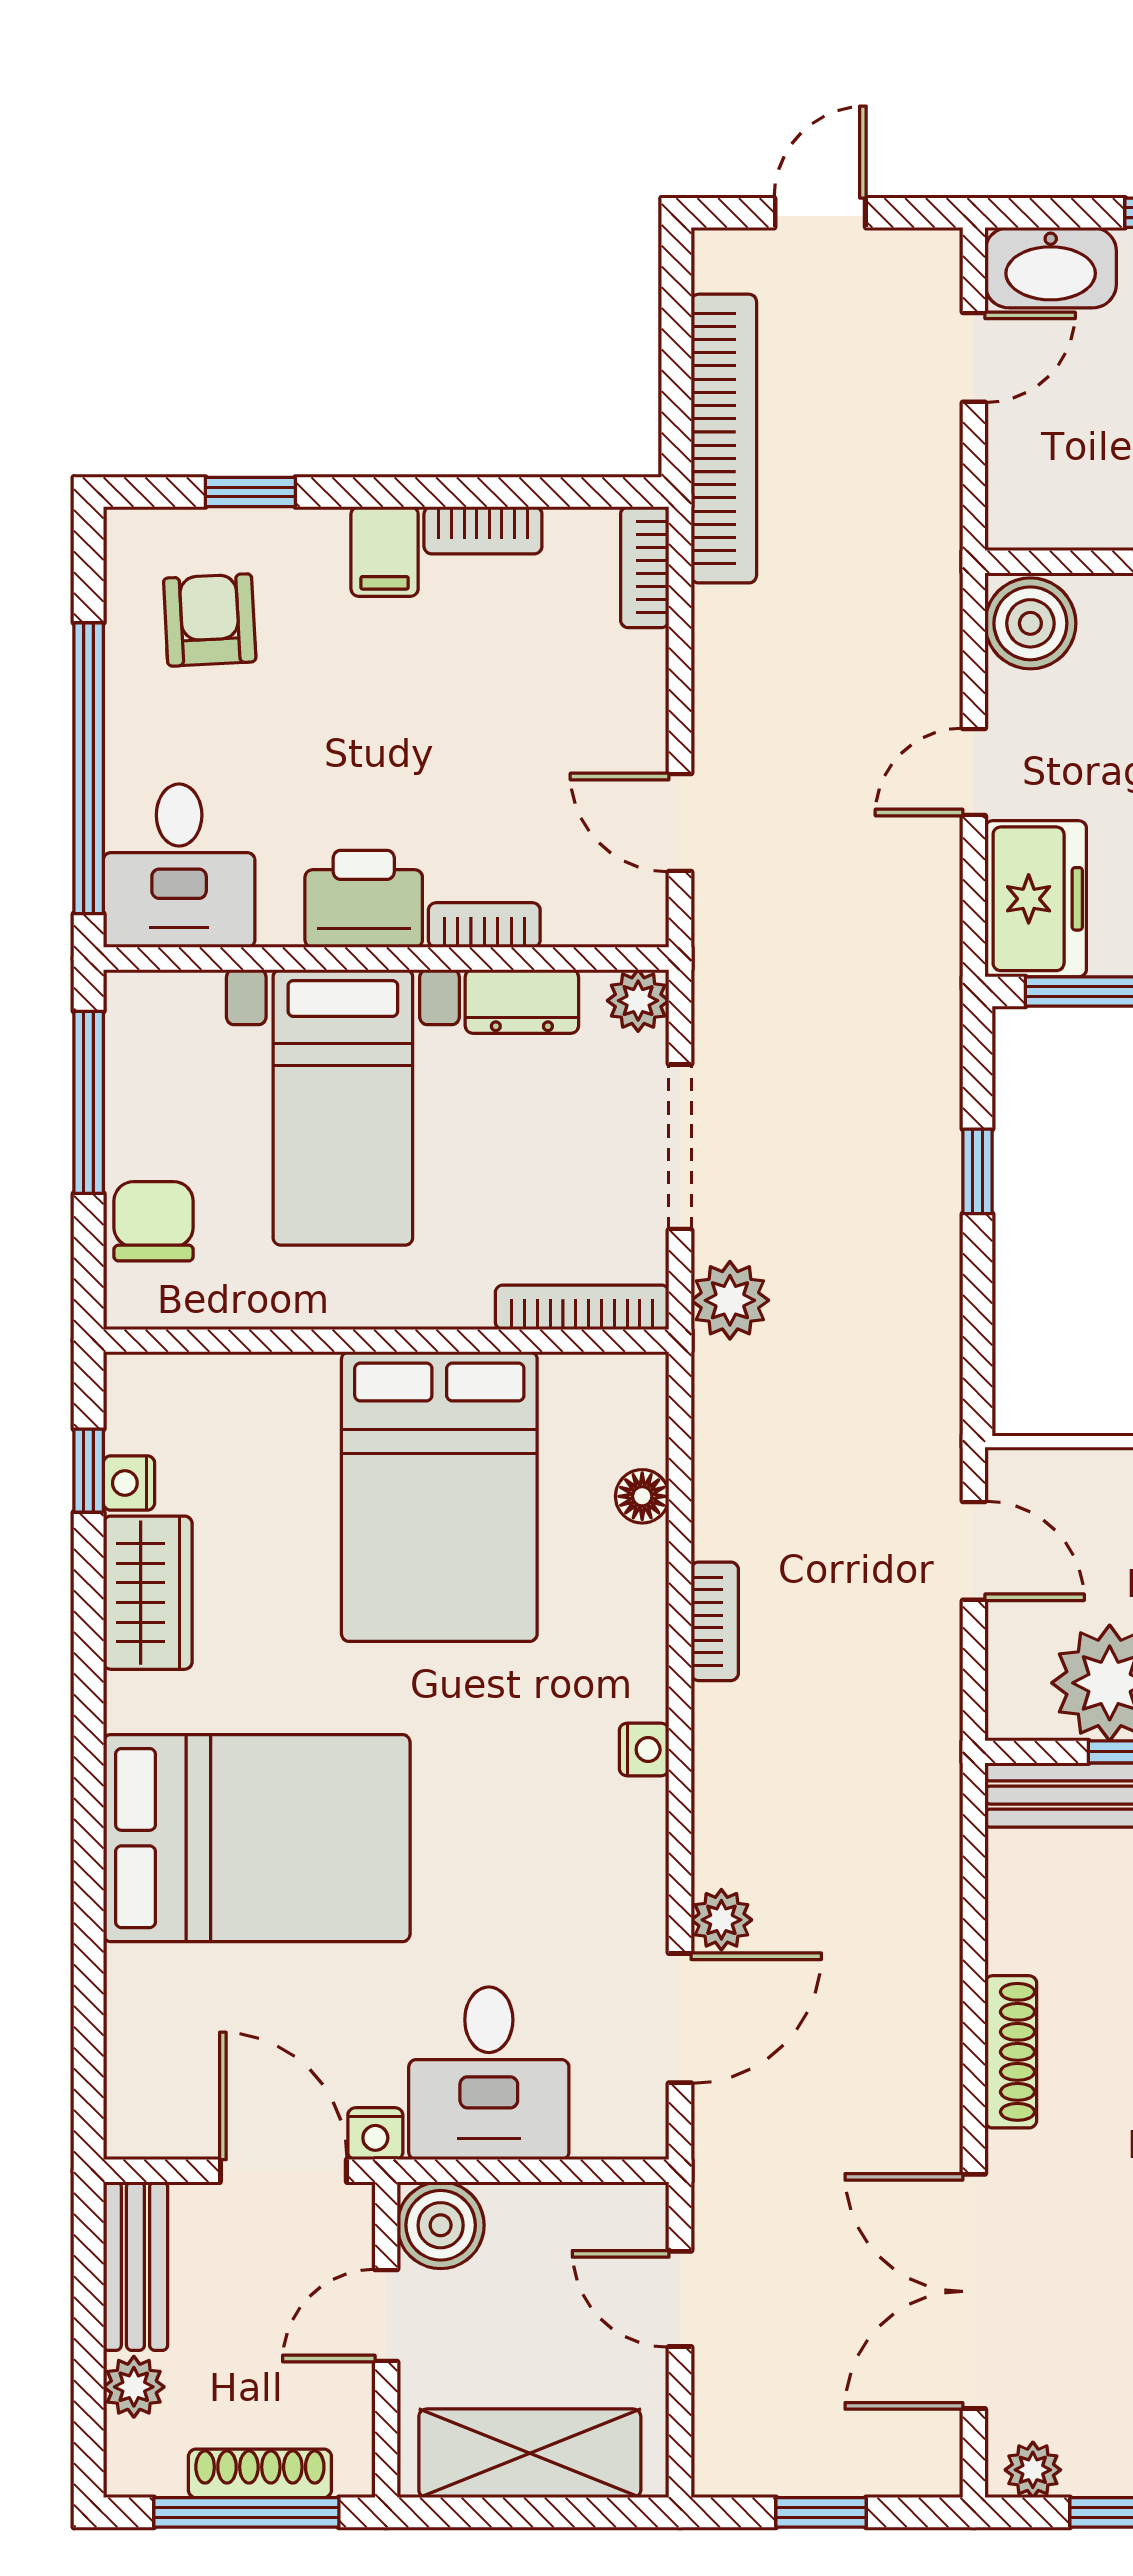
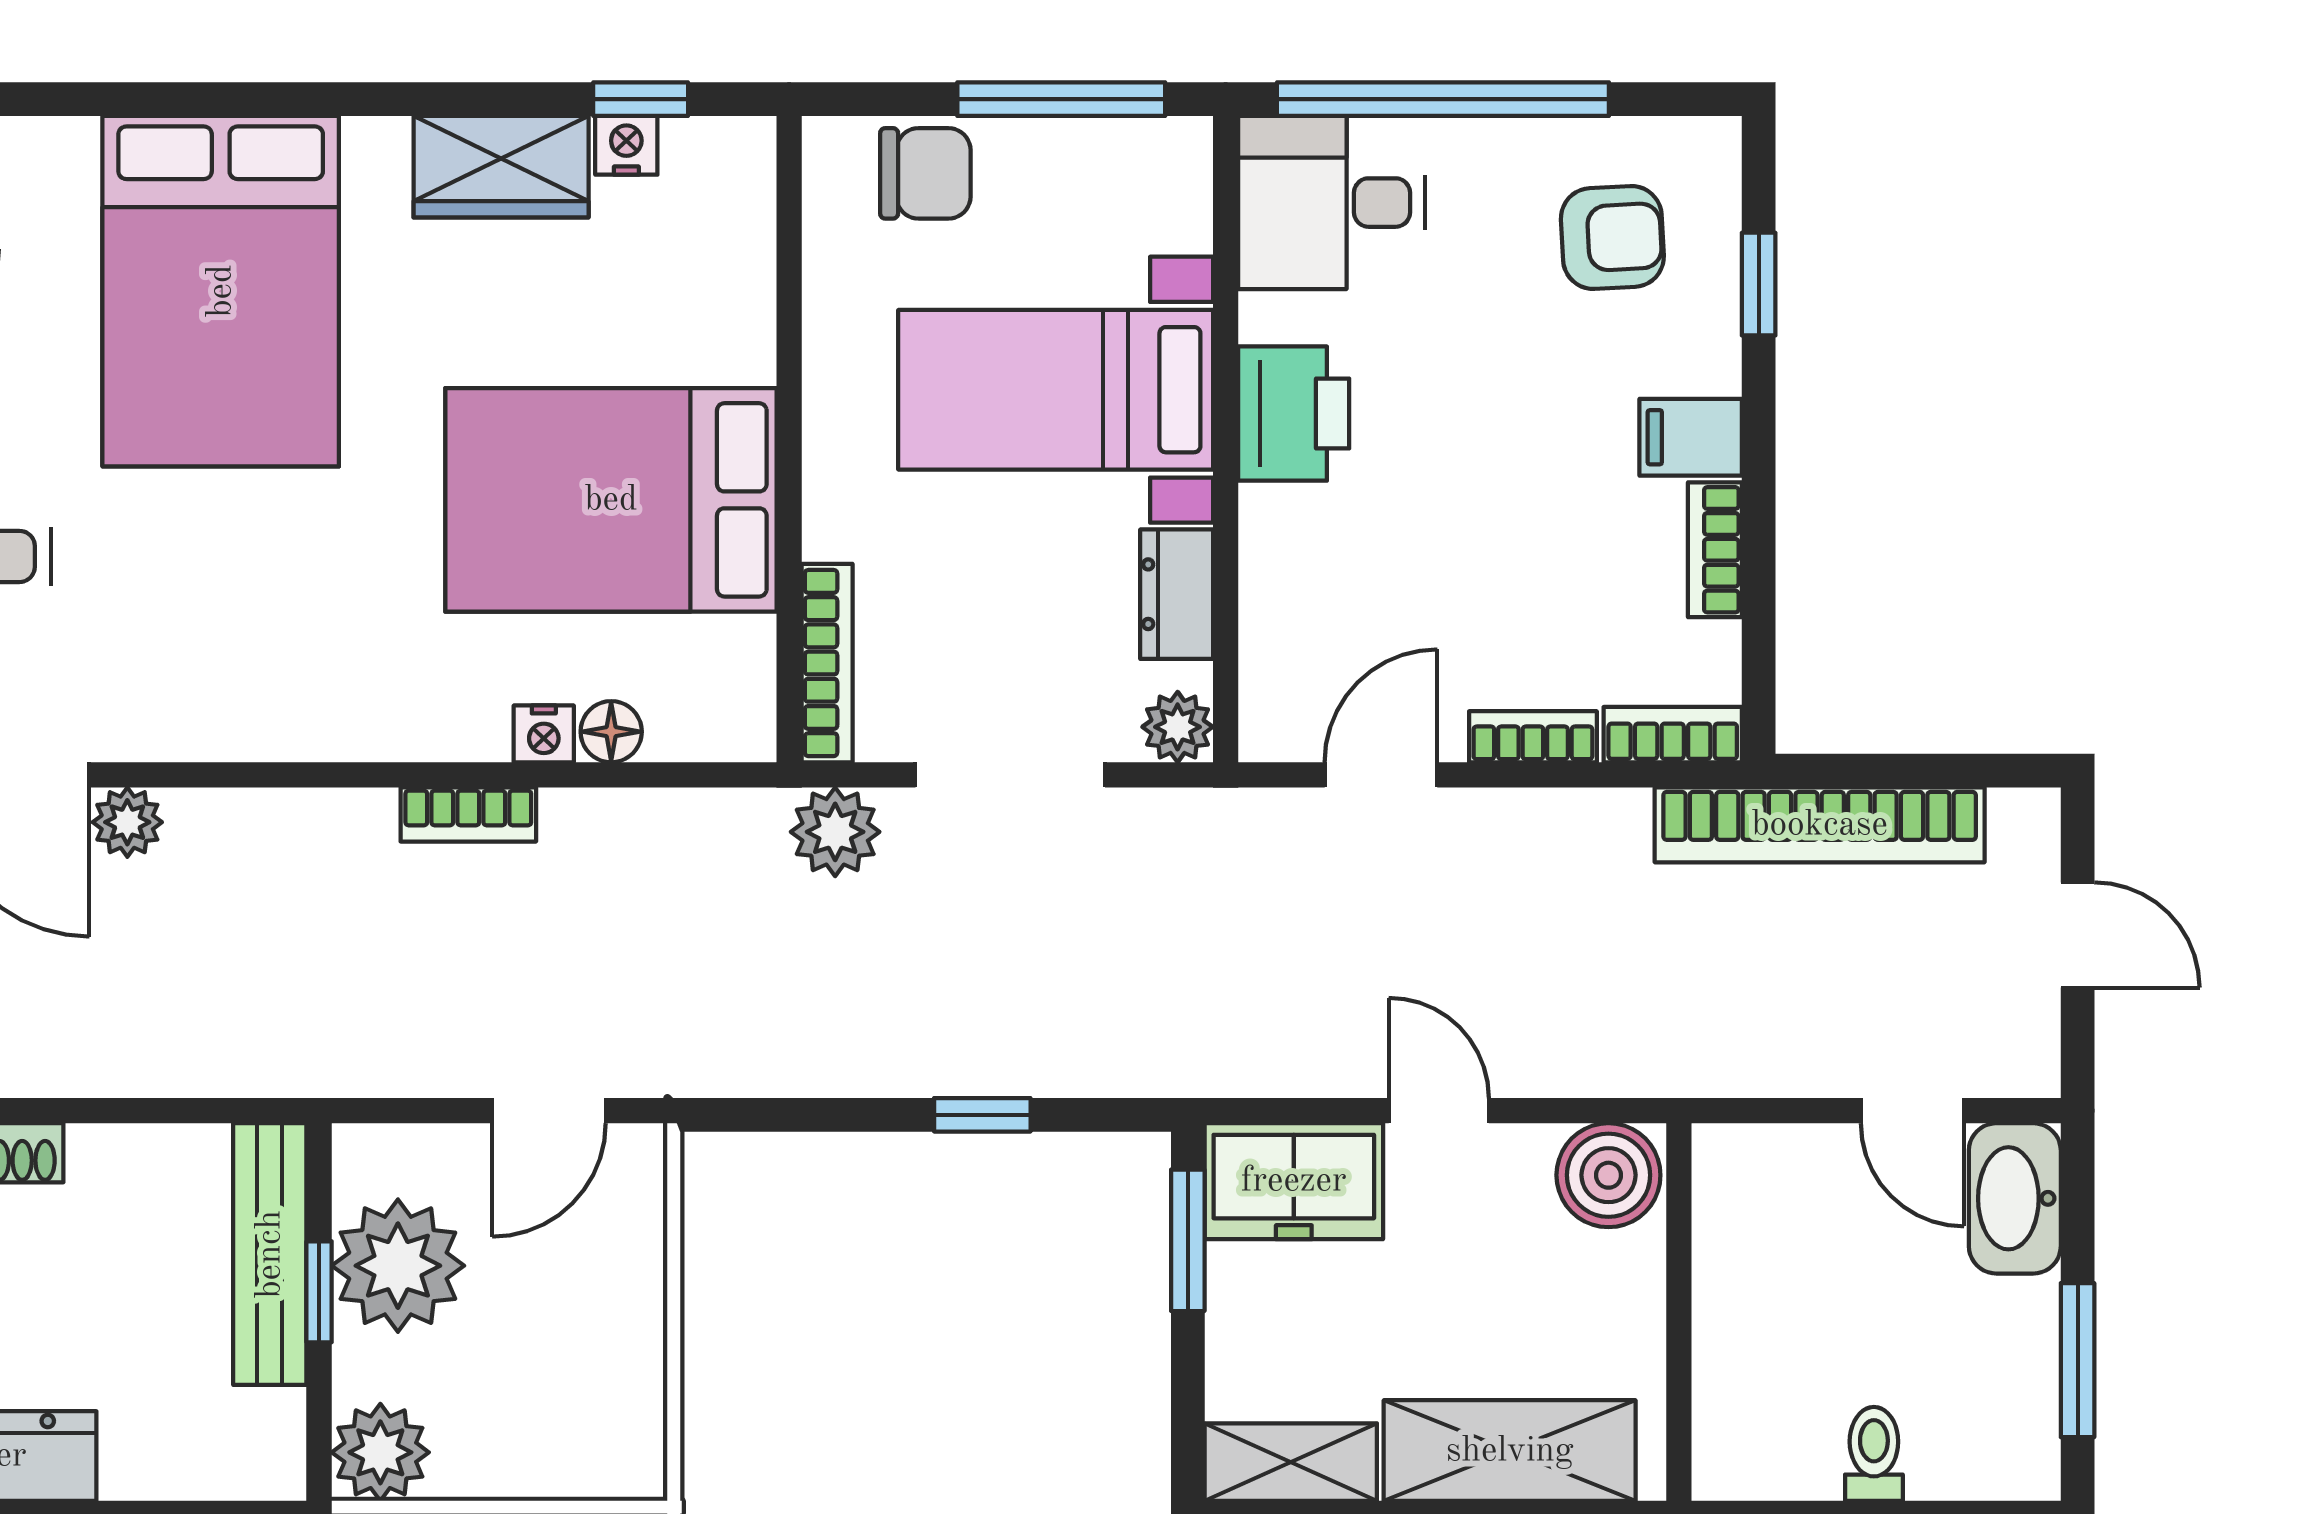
bookcase: (484, 925) -> (1533, 737), moved, turned -90
nightstand: (644, 1750) -> (544, 734), moved

